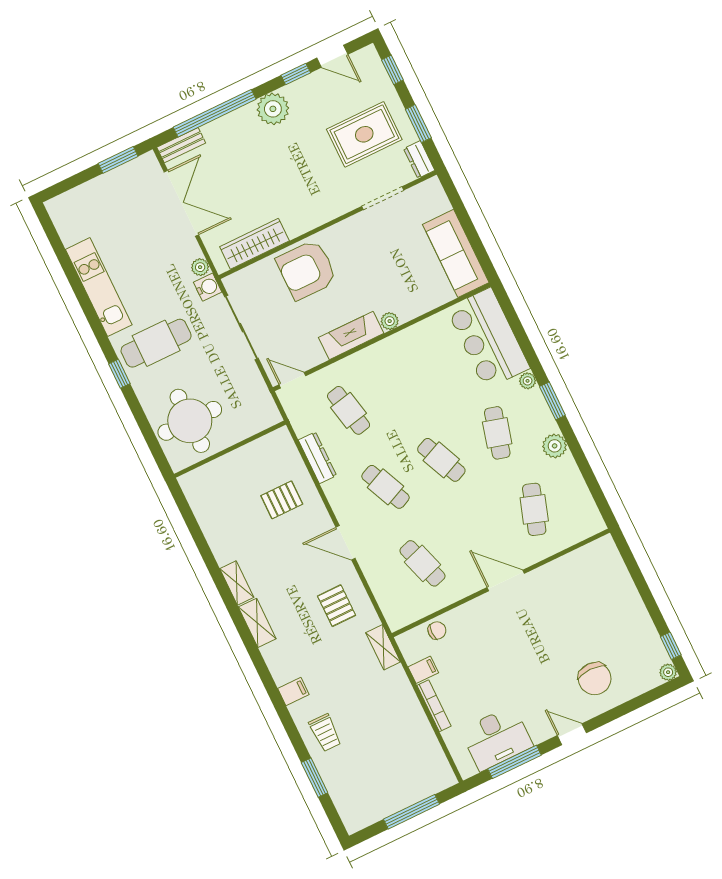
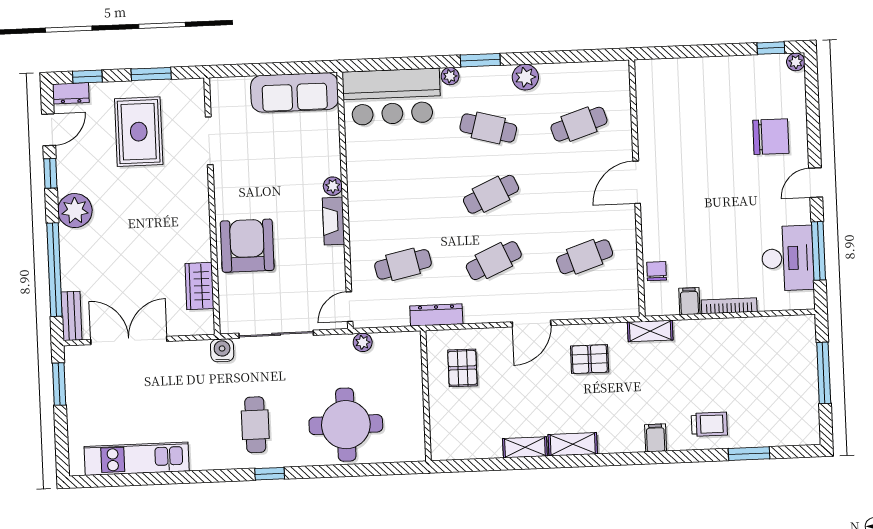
dresser: (419, 160) -> (71, 93), moved
wardrobe: (254, 244) -> (199, 286), width x0.67
plant: (200, 267) -> (363, 342), moved
armchair: (307, 270) -> (247, 246), turned 180
kitchen unit: (99, 287) -> (137, 459), moved
fireplace: (351, 335) -> (333, 221), width x0.73, depth x0.76
cafe table: (156, 343) -> (255, 425), width x0.73, depth x0.74
wall: (230, 449) -> (426, 396), moved
cafe table: (534, 509) -> (579, 124), turned -36

